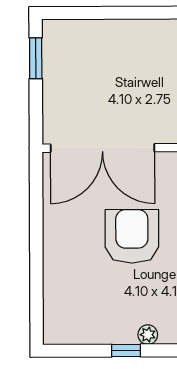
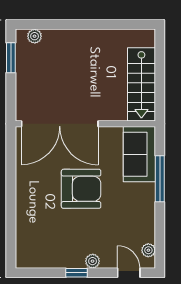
plant: (68, 29) -> (35, 36), added
armchair: (132, 236) -> (81, 189), turned 90

